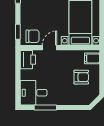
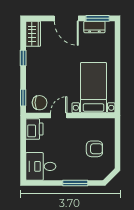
filing cabinet: (92, 58) -> (107, 128), removed
window: (45, 107) -> (75, 183), moved

